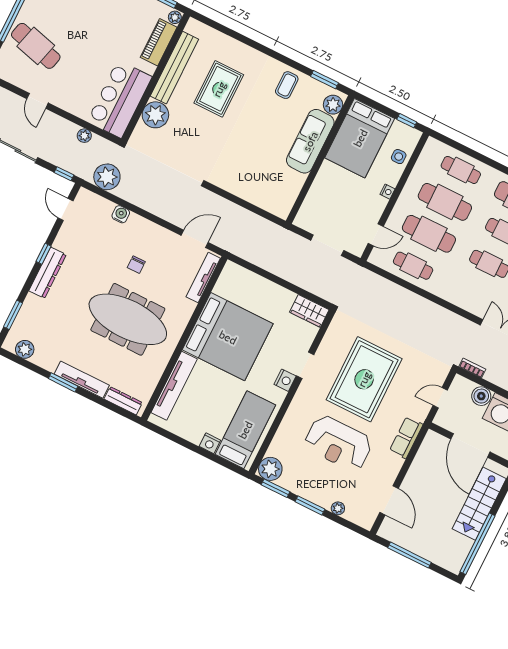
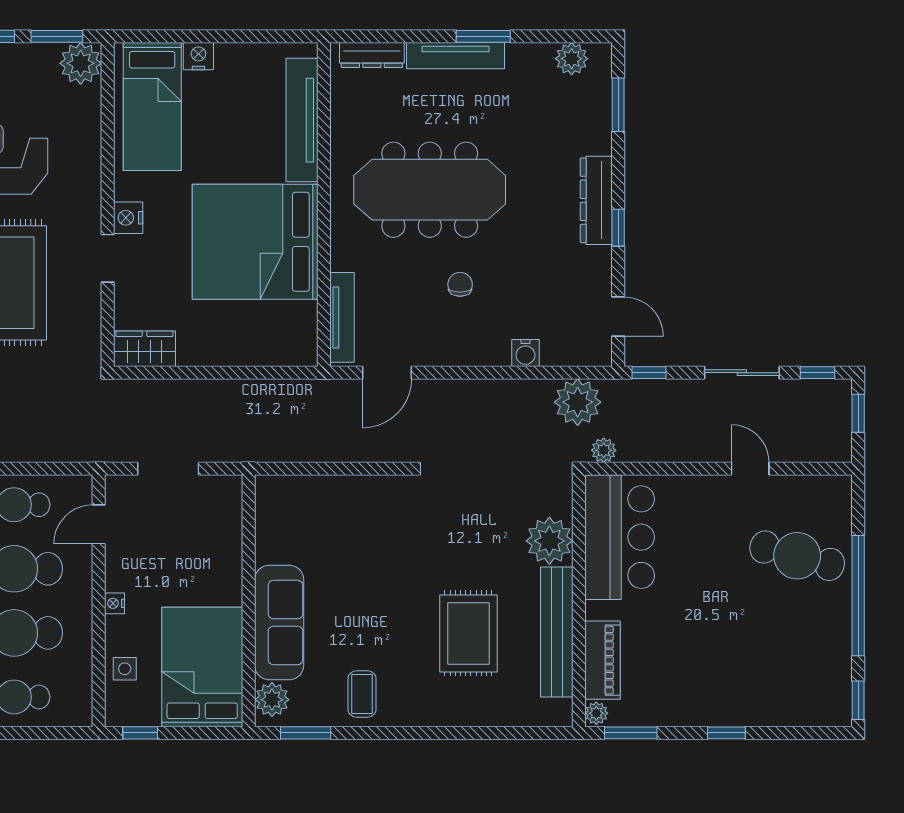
plant: (84, 136) -> (604, 450), moved

